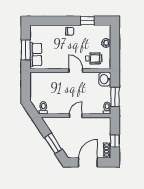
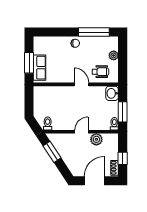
window: (87, 21) -> (94, 32), width x2.17
plant: (90, 123) -> (96, 139), added
window: (53, 143) -> (52, 152), moved

